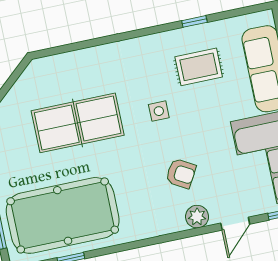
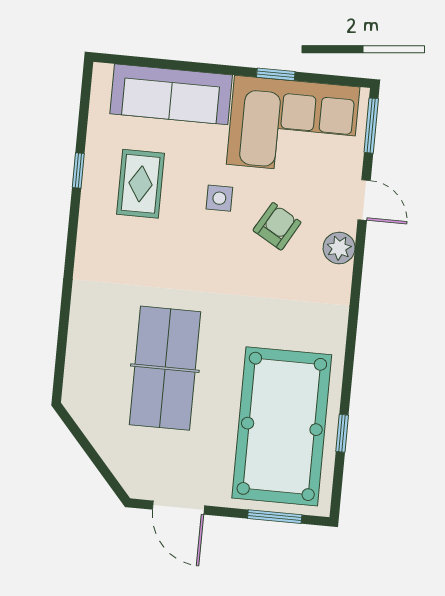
side table: (159, 111) -> (219, 198), moved
armchair: (181, 174) -> (277, 226), moved

